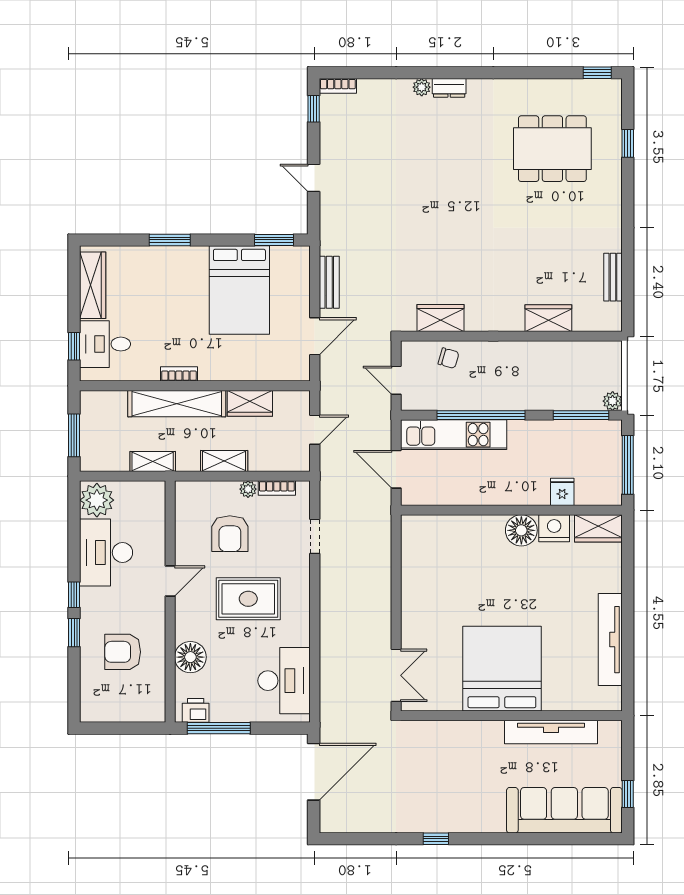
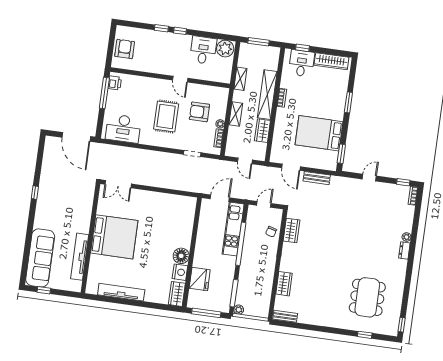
bench: (613, 277) -> (285, 316), moved
fridge: (562, 492) -> (200, 279), width x1.88, depth x1.34
desk: (106, 553) -> (203, 50), width x0.73
armchair: (123, 652) -> (125, 49), moved
floor lamp: (190, 657) -> (141, 84), removed

